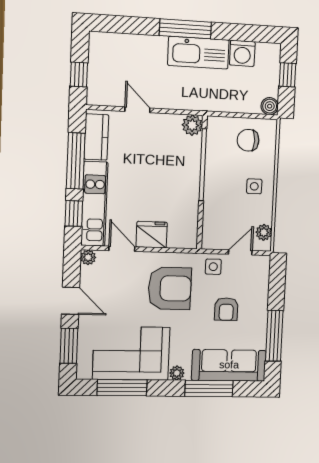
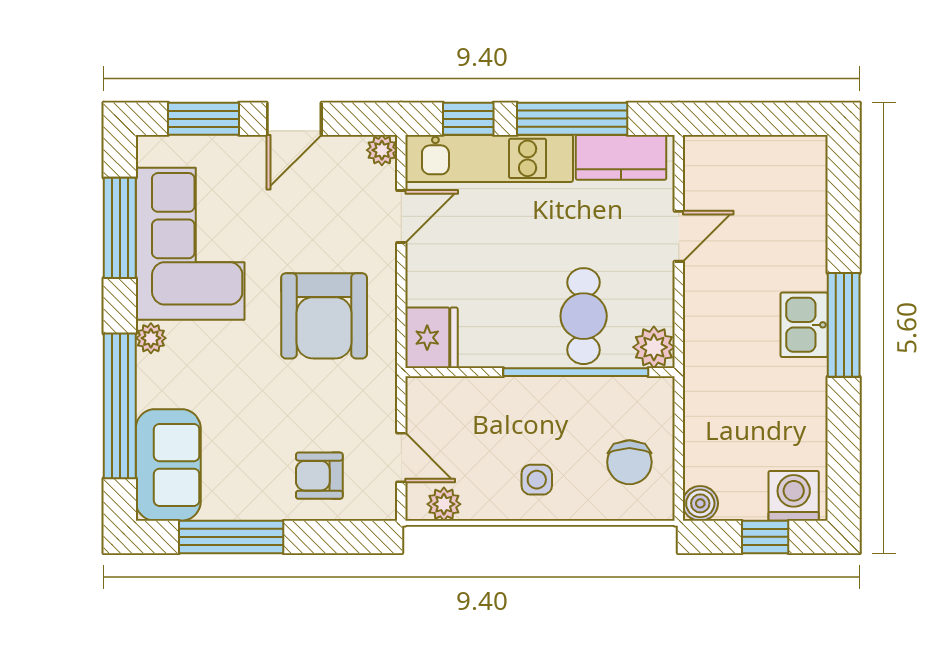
kitchen sink: (198, 53) -> (804, 325), width x0.53, depth x0.81
washing machine: (242, 53) -> (794, 496), moved, turned 90
window: (79, 74) -> (741, 119), removed
chair: (248, 140) -> (629, 462), turned 180
cafe table: (175, 160) -> (584, 316), added
fridge: (152, 235) -> (431, 338), moved
side table: (213, 267) -> (370, 403), removed
armchair: (226, 309) -> (319, 476), moved
sofa: (229, 365) -> (168, 465), width x0.73
window: (209, 388) -> (120, 406), width x1.46

